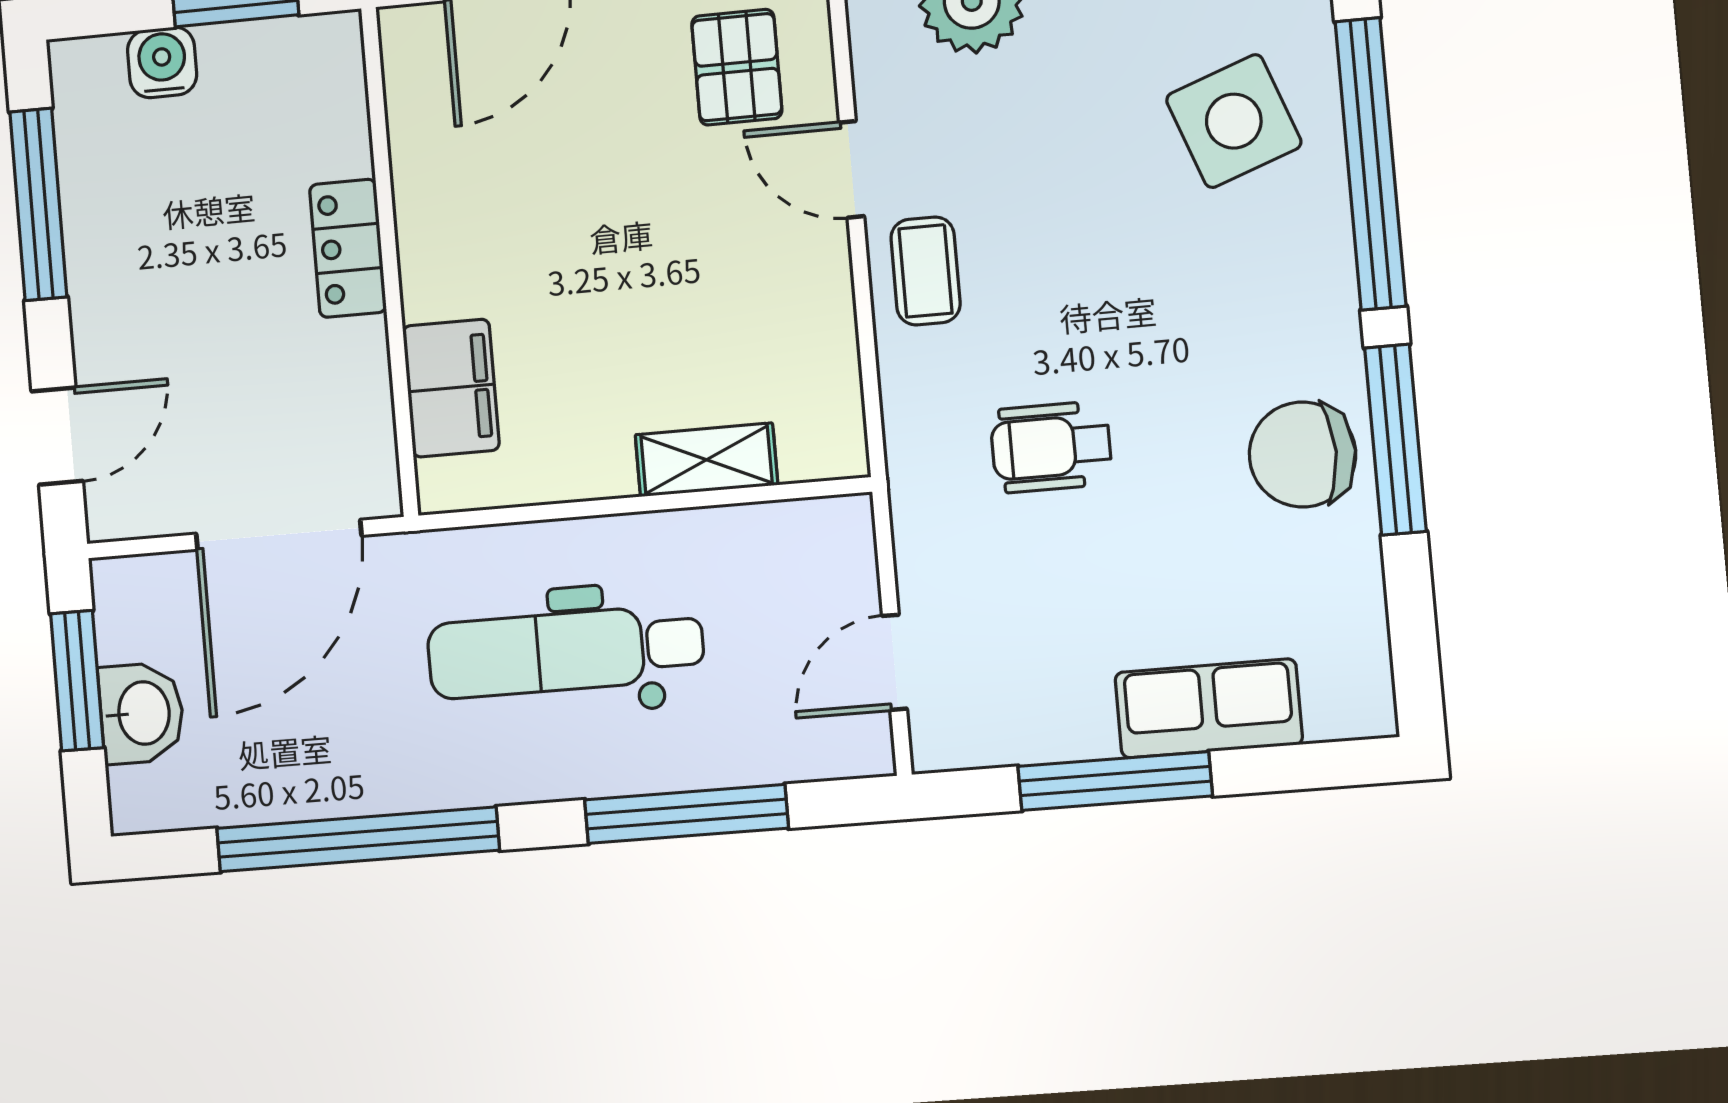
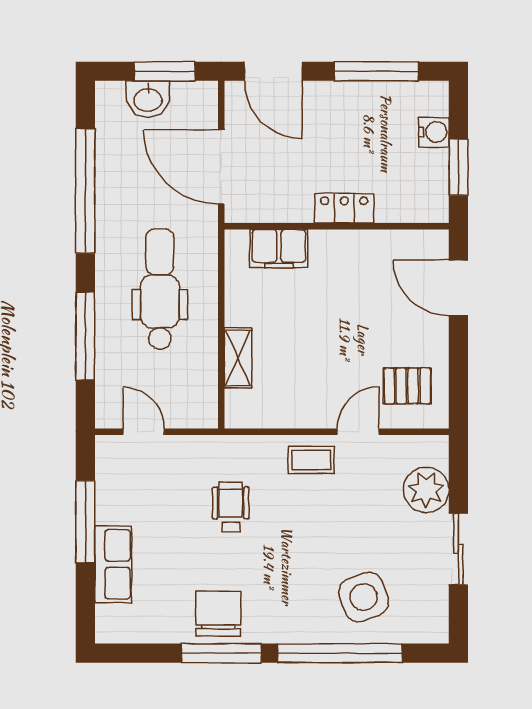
door: (57, 436) -> (273, 71), width x1.38

